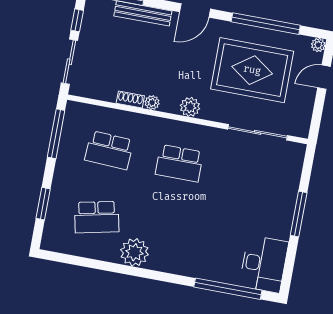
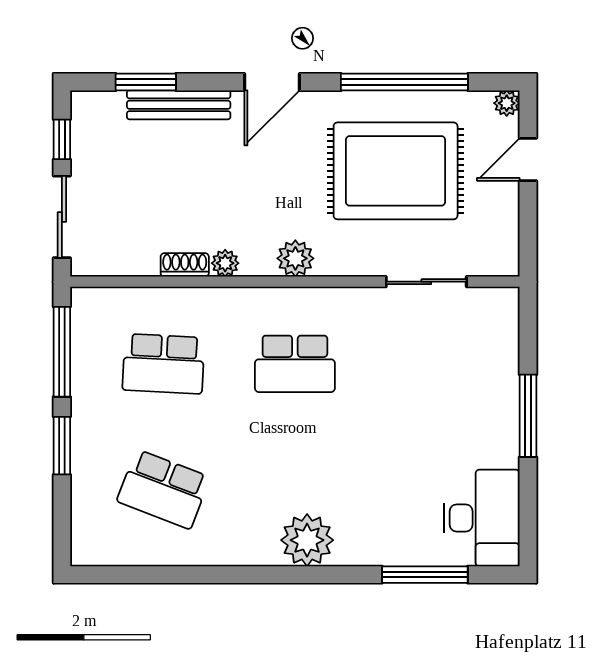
sliding door: (258, 132) -> (426, 282), width x0.73
window: (43, 204) -> (62, 446), moved
school desk: (97, 217) -> (163, 489), turned 33
plant: (134, 252) -> (307, 540), moved
window: (228, 289) -> (425, 575), width x0.68

